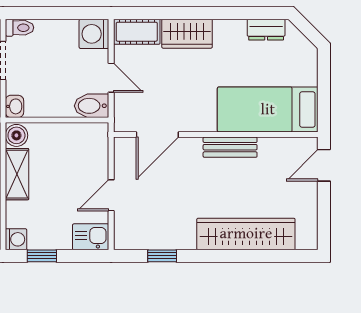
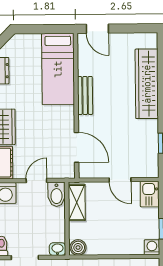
shelving: (17, 174) -> (77, 202), moved, turned 90

